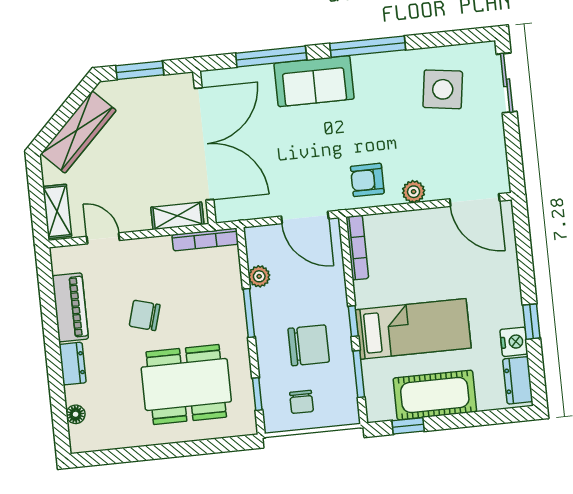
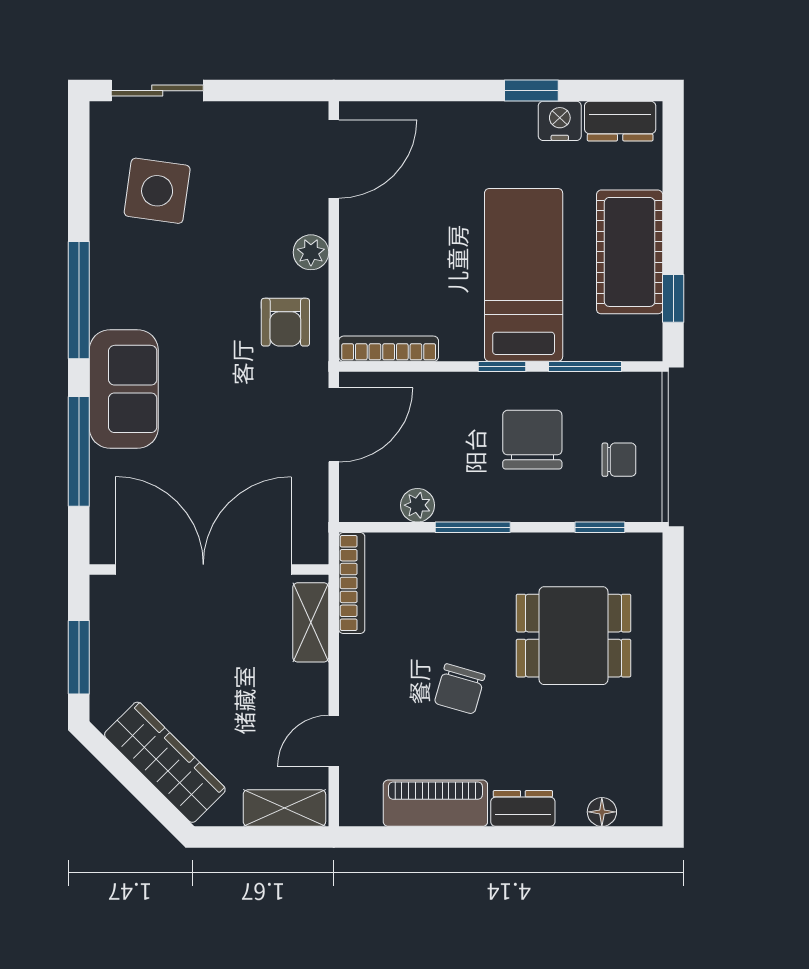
dining table: (186, 384) -> (573, 636), width x0.73

